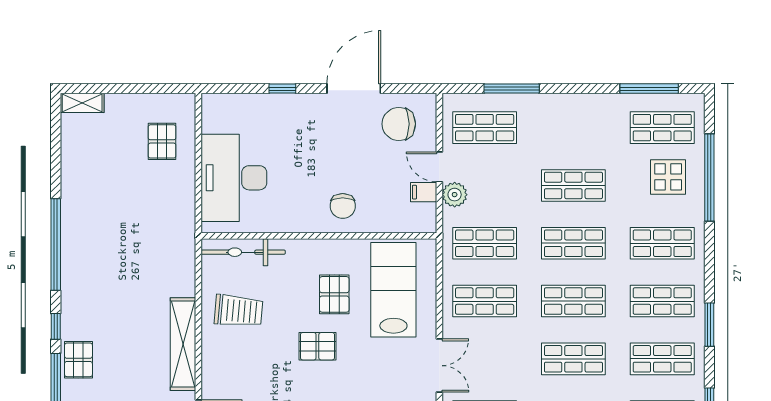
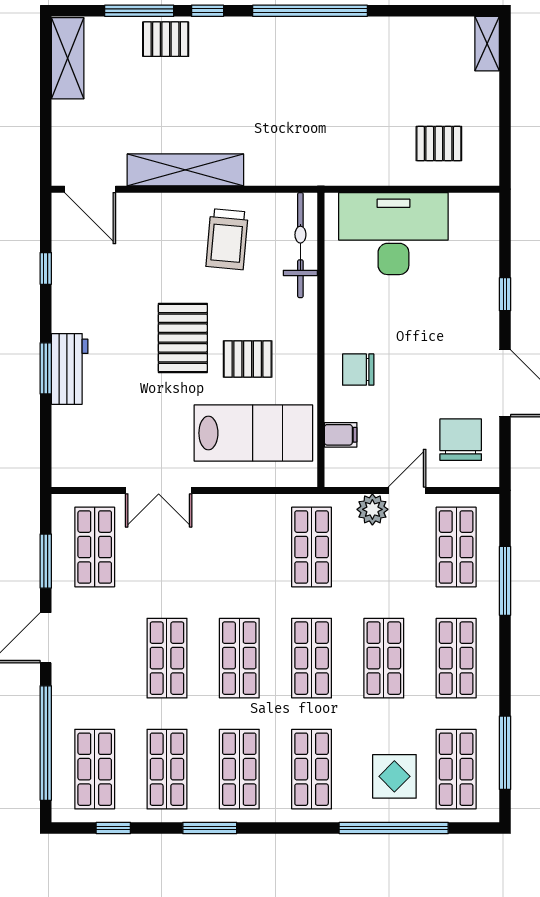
filing cabinet: (424, 192) -> (341, 435), moved, turned 90
shop shelf: (485, 301) -> (456, 658), moved
pallet: (317, 346) -> (183, 338), width x1.50, depth x1.42

